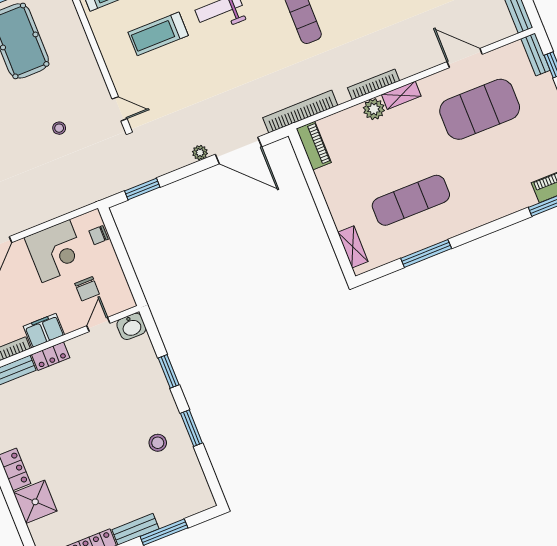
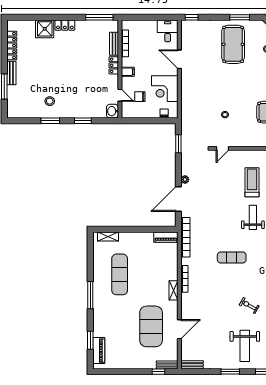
plant: (374, 109) -> (172, 274), removed
window: (426, 253) -> (90, 295), moved
filing cabinet: (44, 331) -> (128, 72), width x0.50

